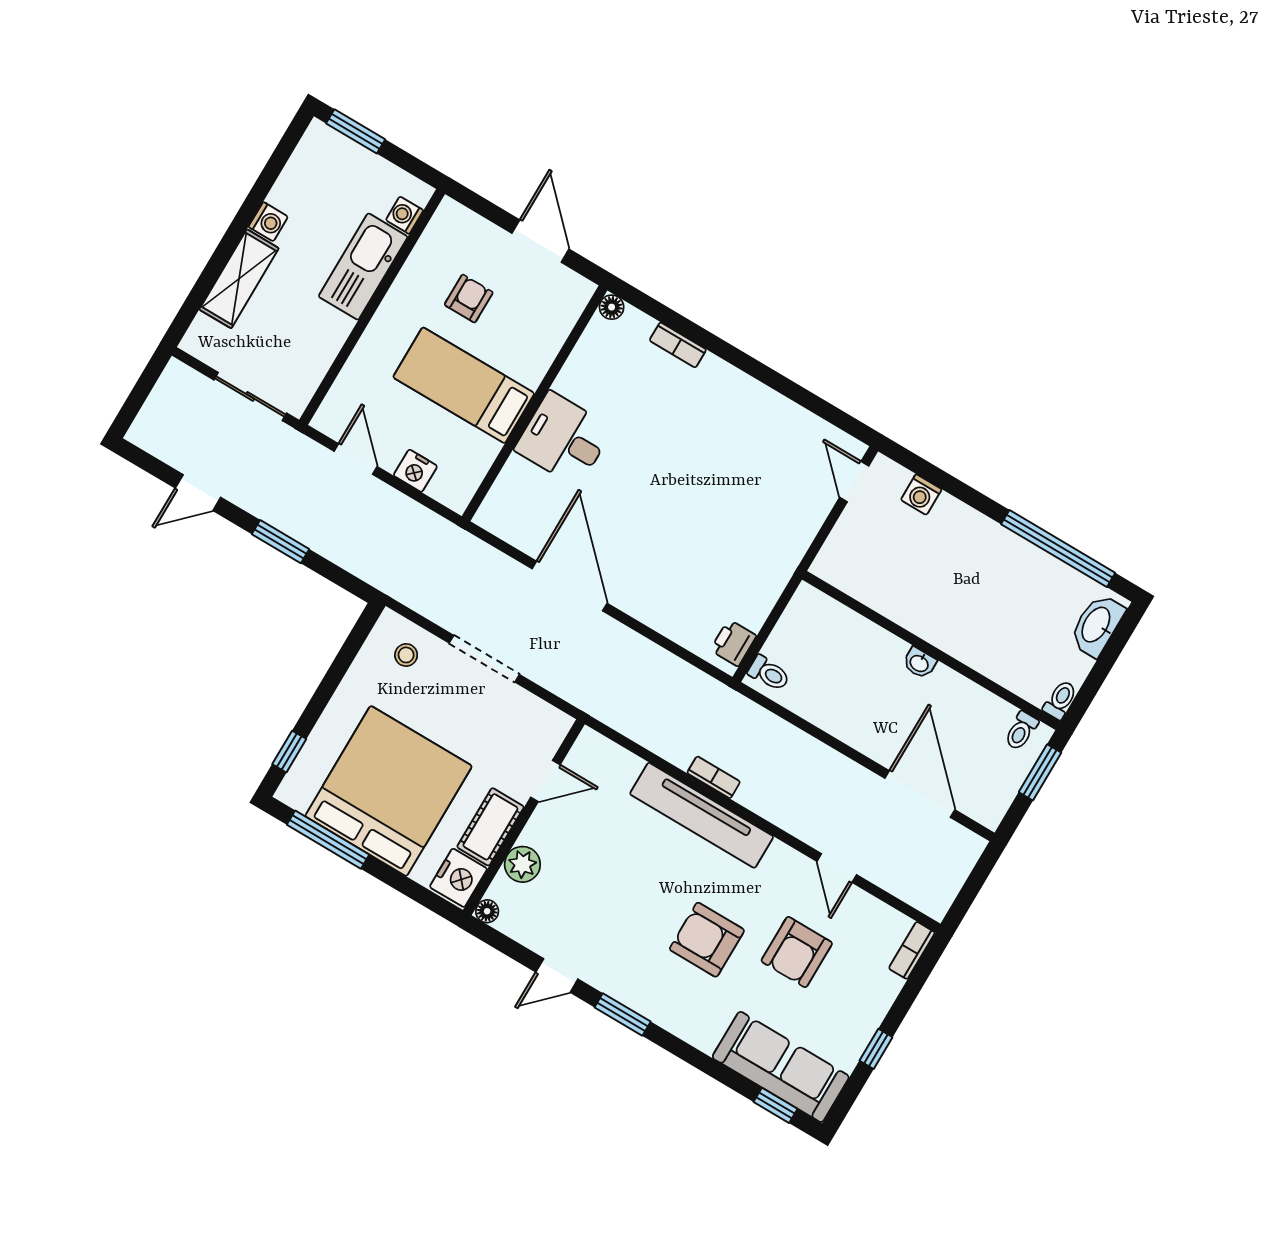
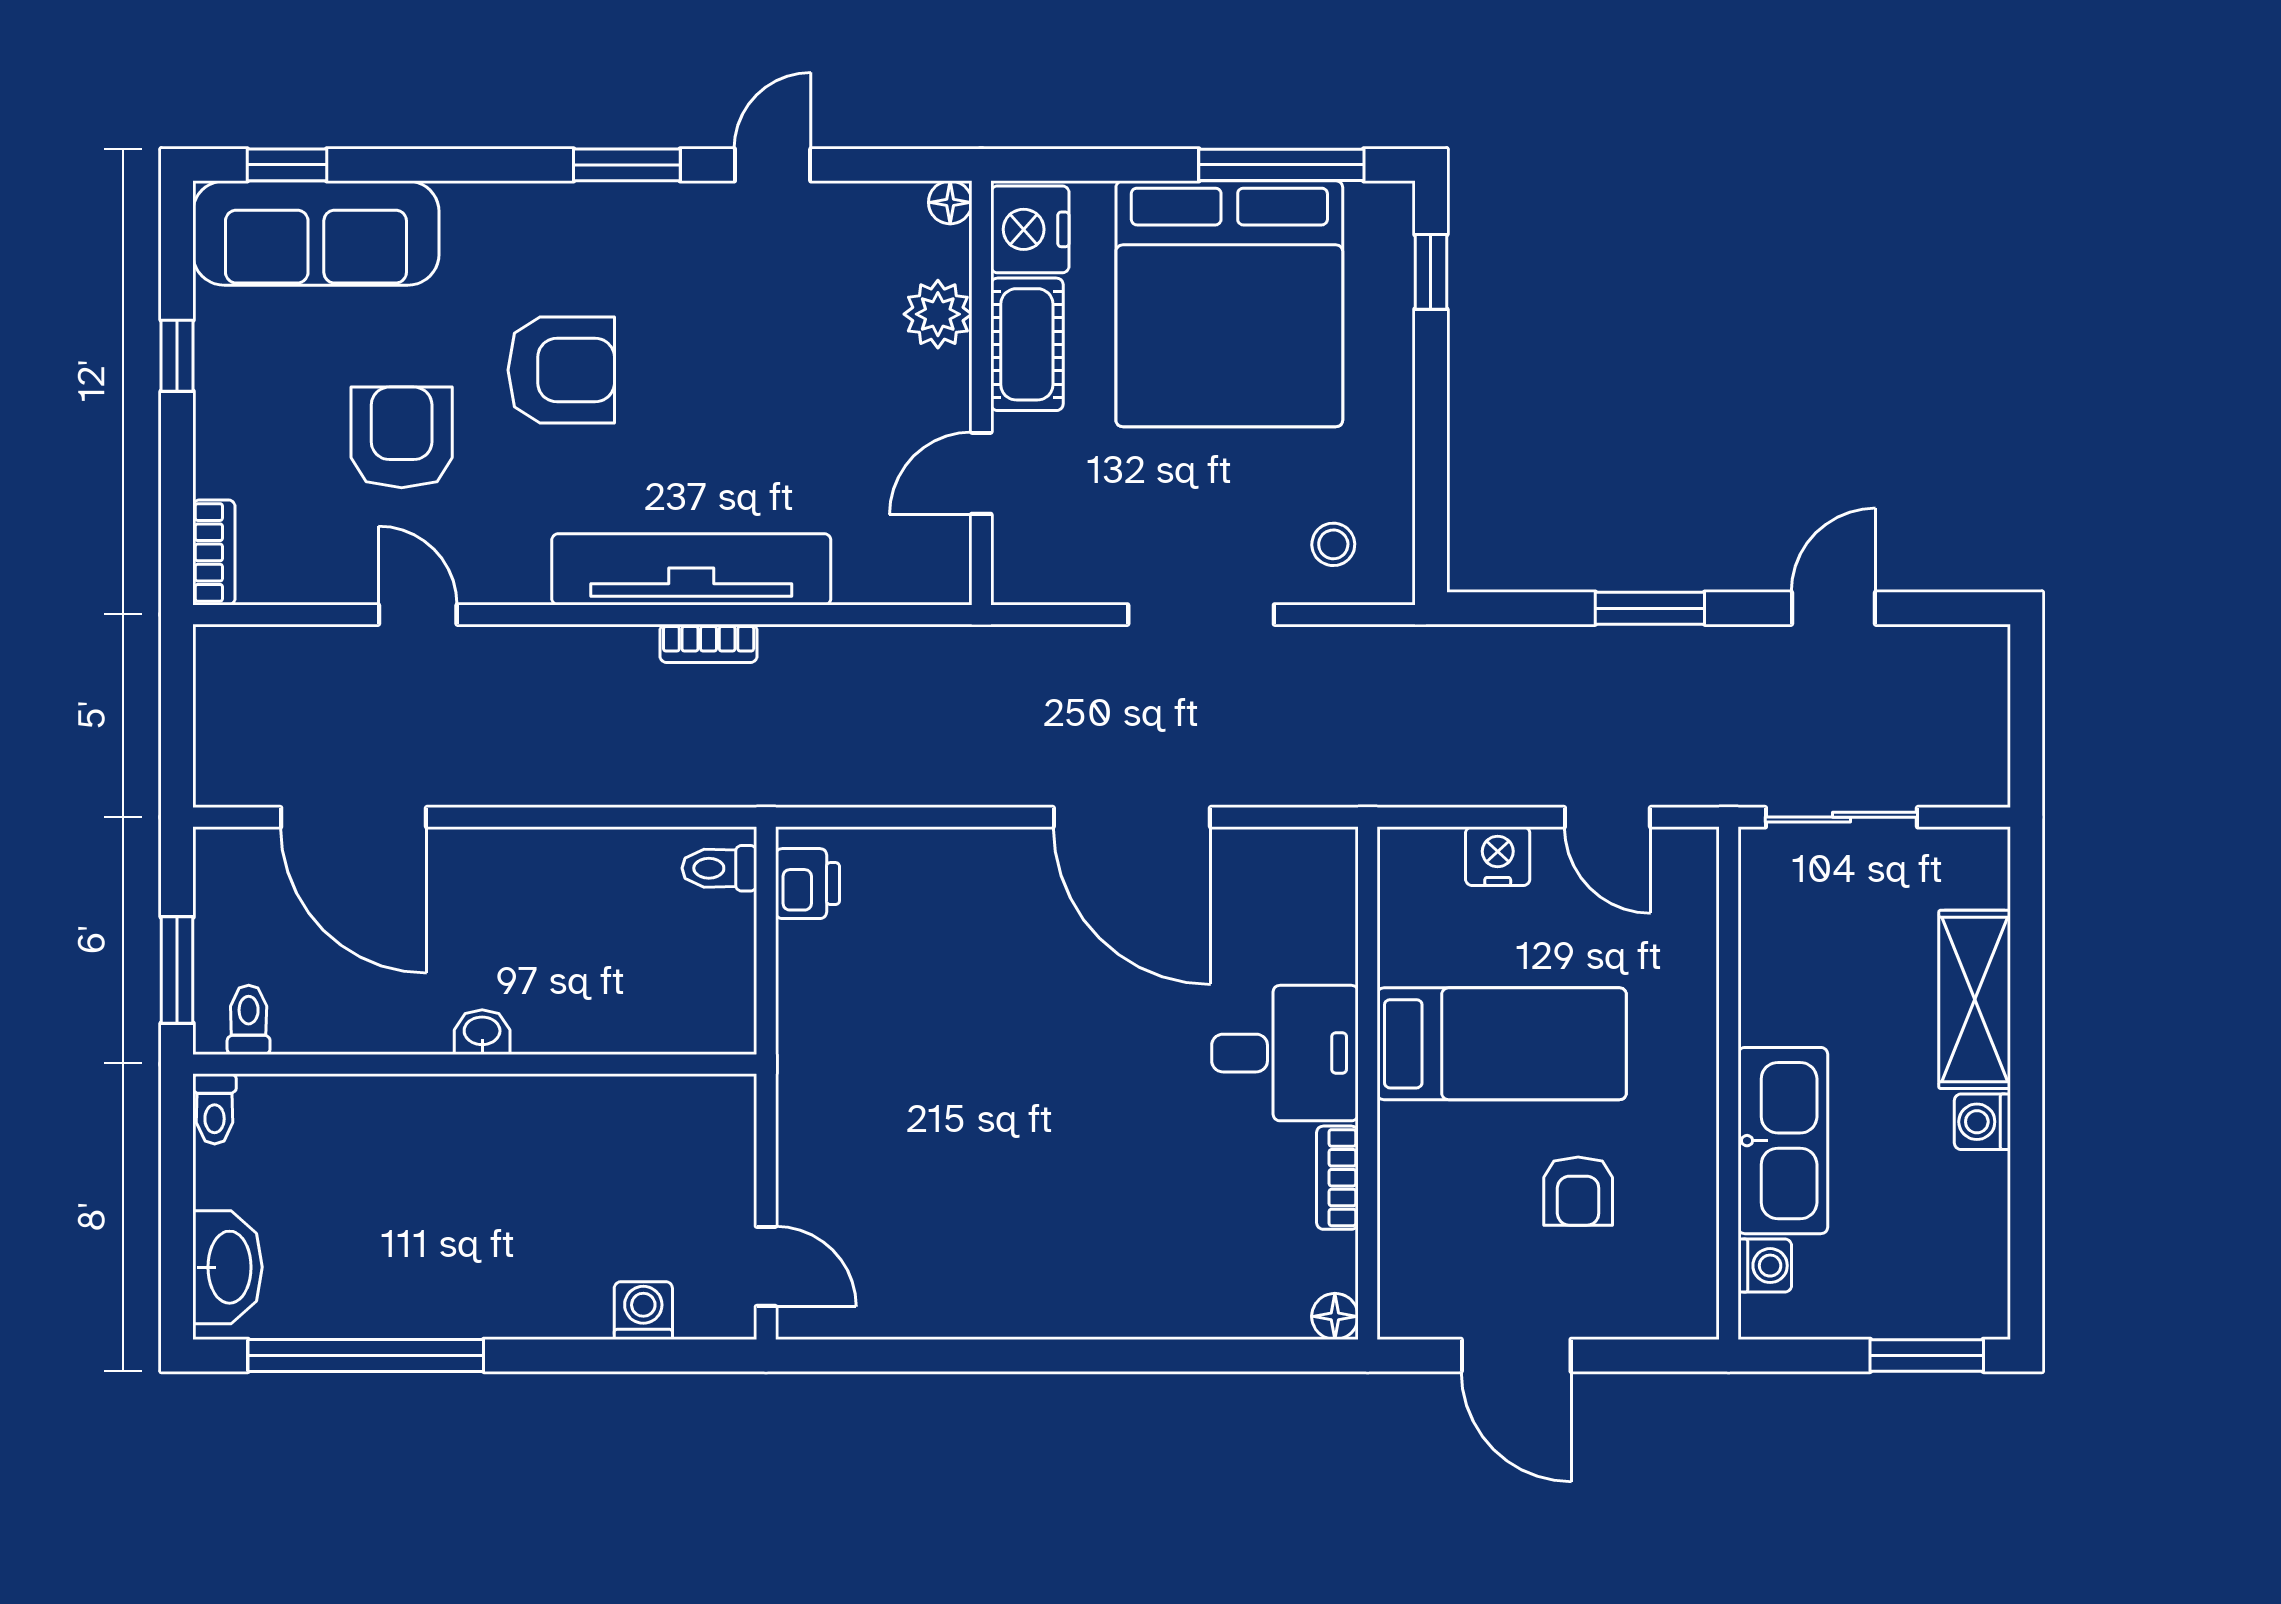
bookcase: (678, 345) -> (1337, 1178), moved, turned -90

